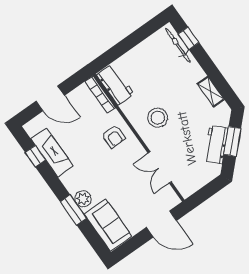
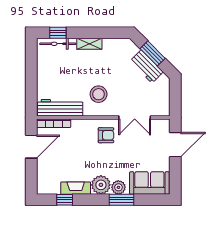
workbench: (115, 85) -> (60, 108), width x1.37
shelving: (211, 92) -> (89, 44), moved
door: (50, 98) -> (31, 147), moved
armchair: (114, 137) -> (106, 135), moved
fireplace: (52, 152) -> (76, 188), width x0.73, depth x0.76
plant: (74, 181) -> (101, 185), added

